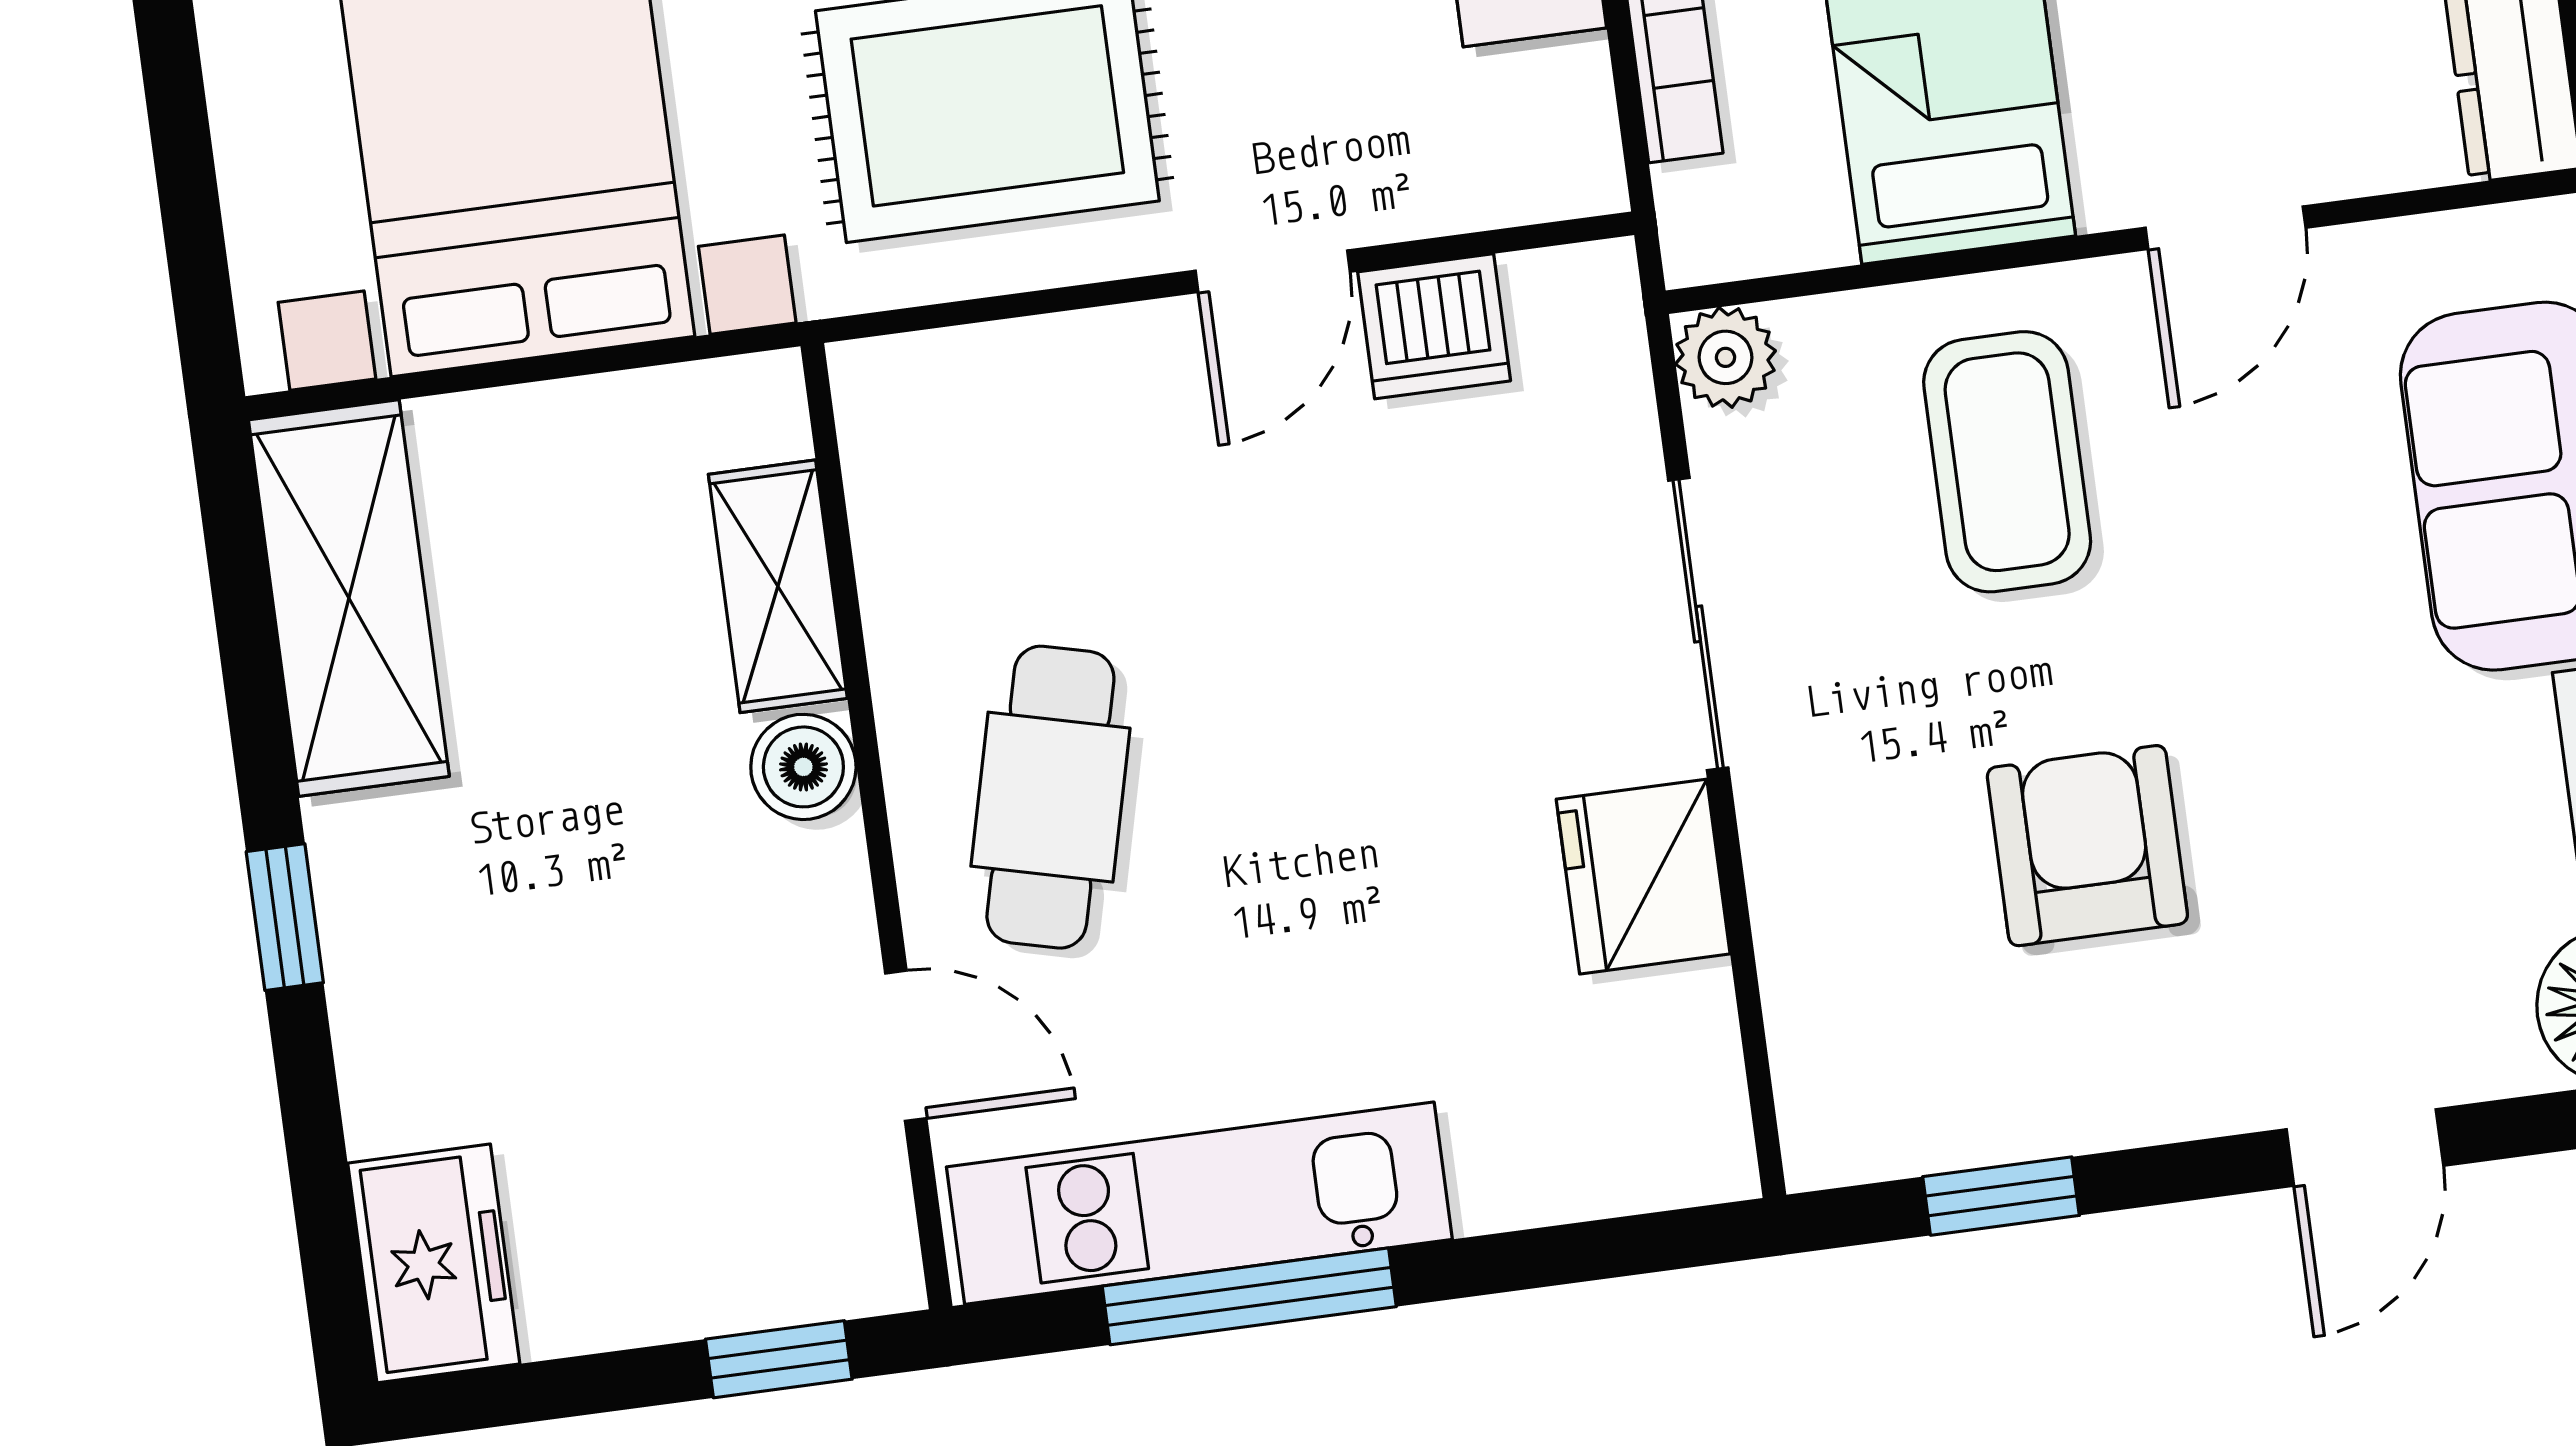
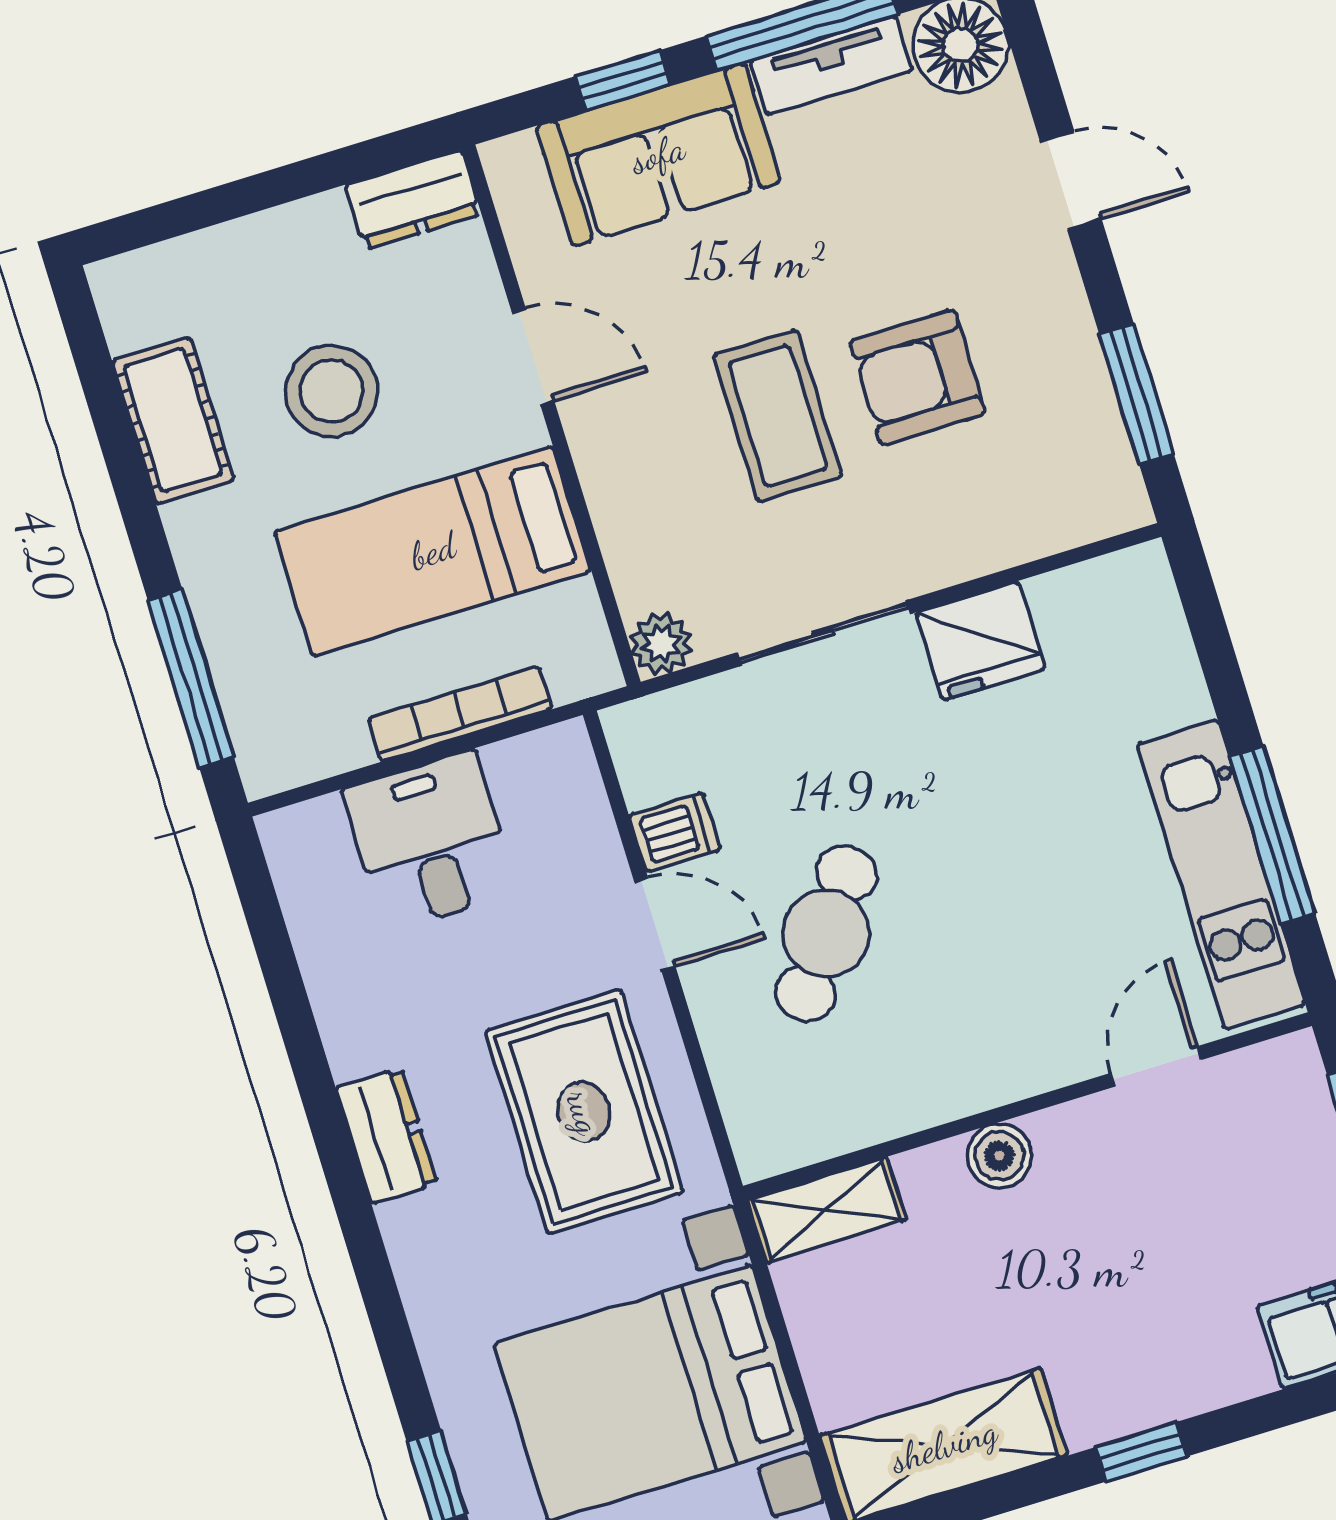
dishwasher: (1434, 326) -> (675, 832), width x0.73
coffee table: (2007, 462) -> (778, 416), moved, turned 90
shelving: (778, 586) -> (827, 1210), moved
cafe table: (1050, 797) -> (826, 933), moved, turned -68
window: (2001, 1196) -> (1136, 394), width x1.50

